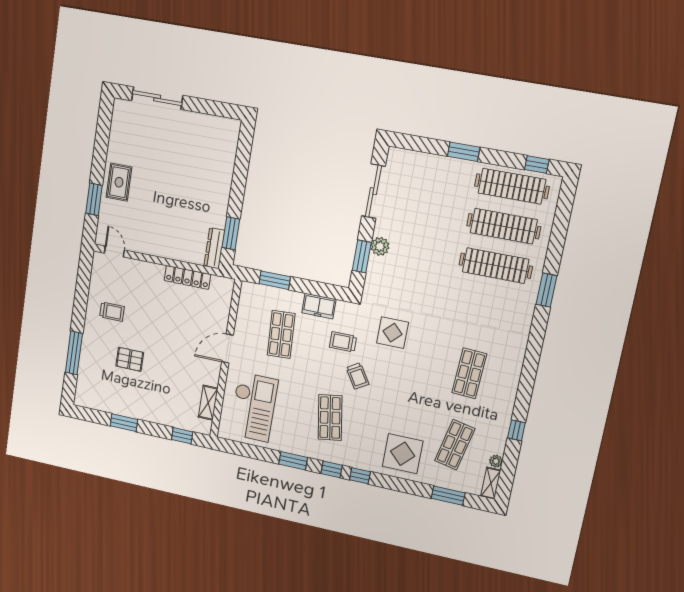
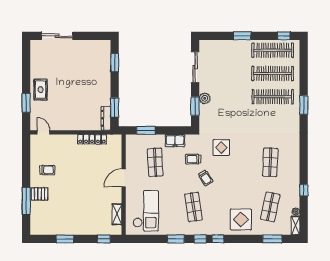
window: (242, 159) -> (115, 63), added
pallet: (130, 359) -> (40, 194), moved

